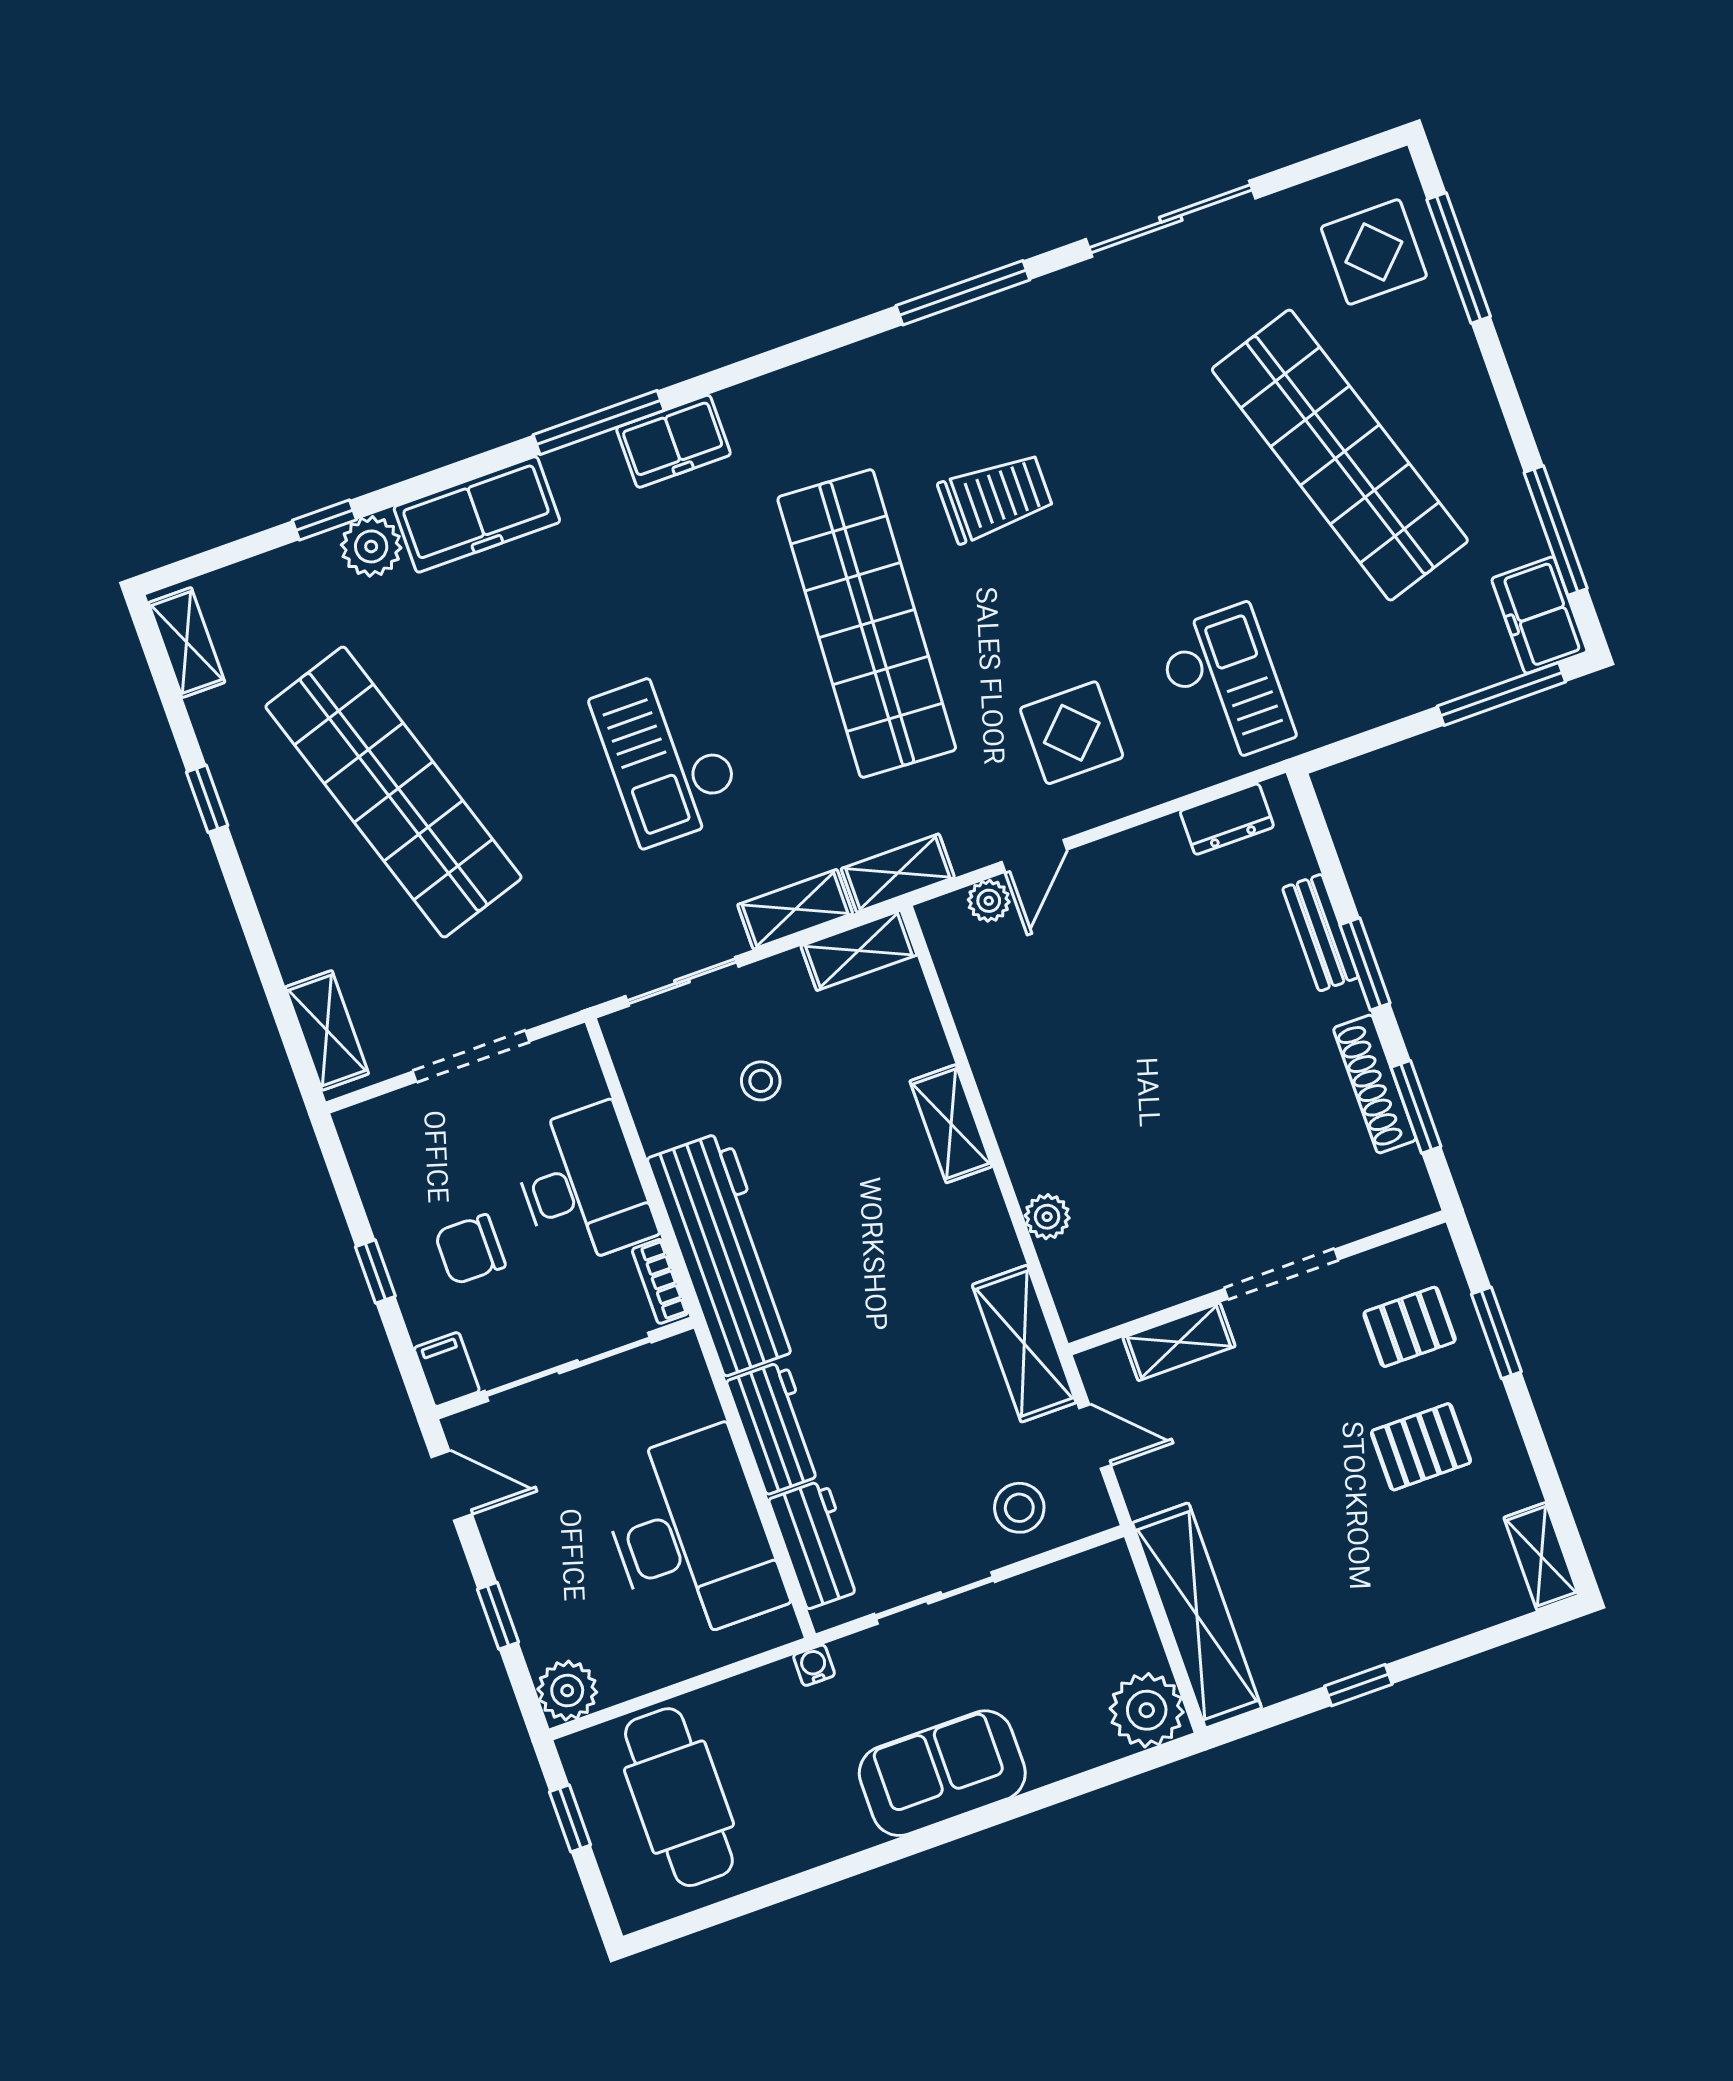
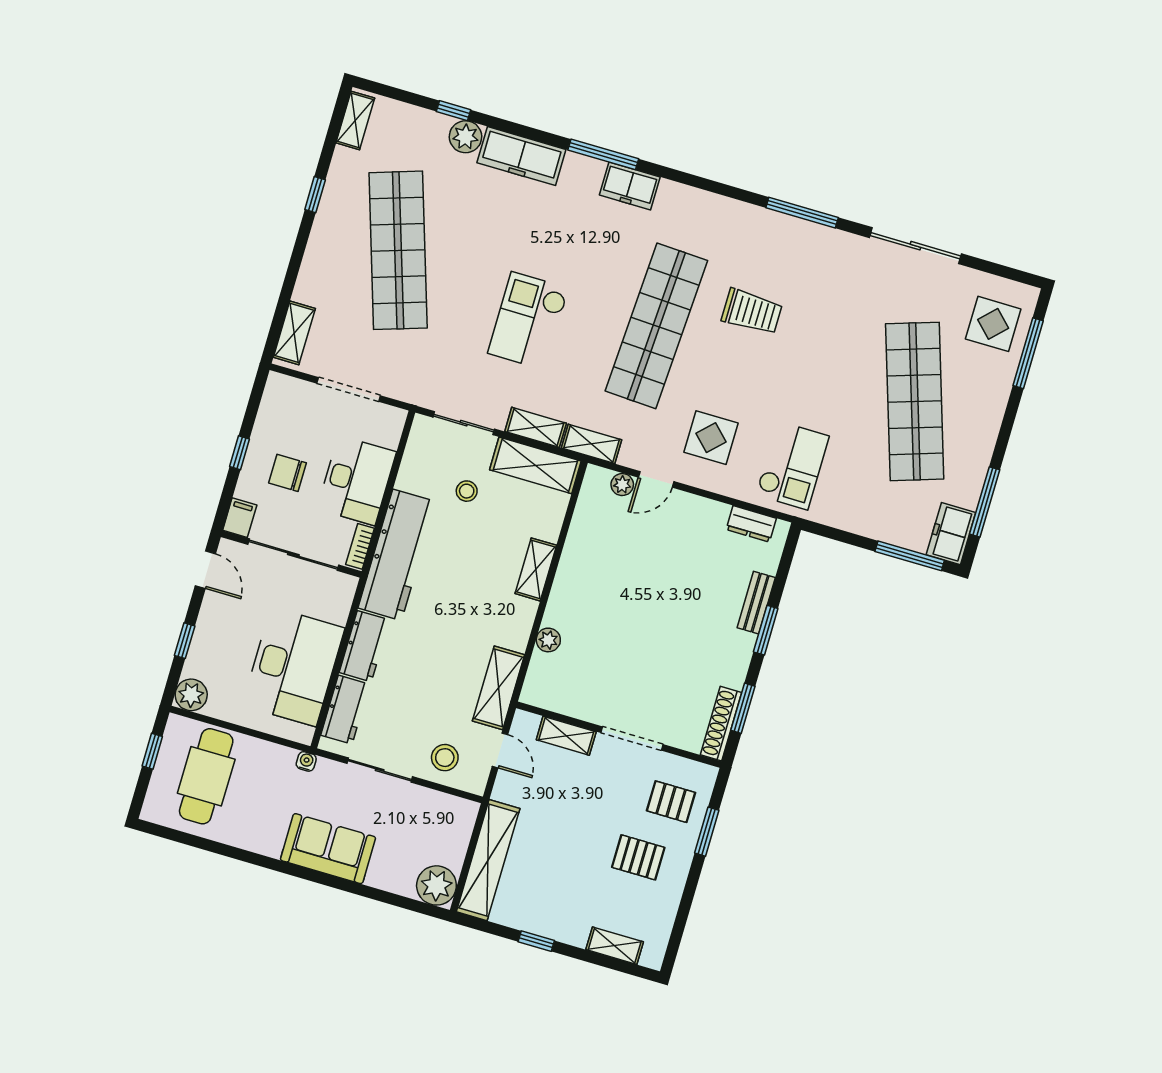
shelving: (859, 950) -> (535, 465), width x1.50, depth x1.33
shoe rack: (1375, 1084) -> (721, 724), moved
shelving: (1541, 1556) -> (615, 946), moved, turned 90

